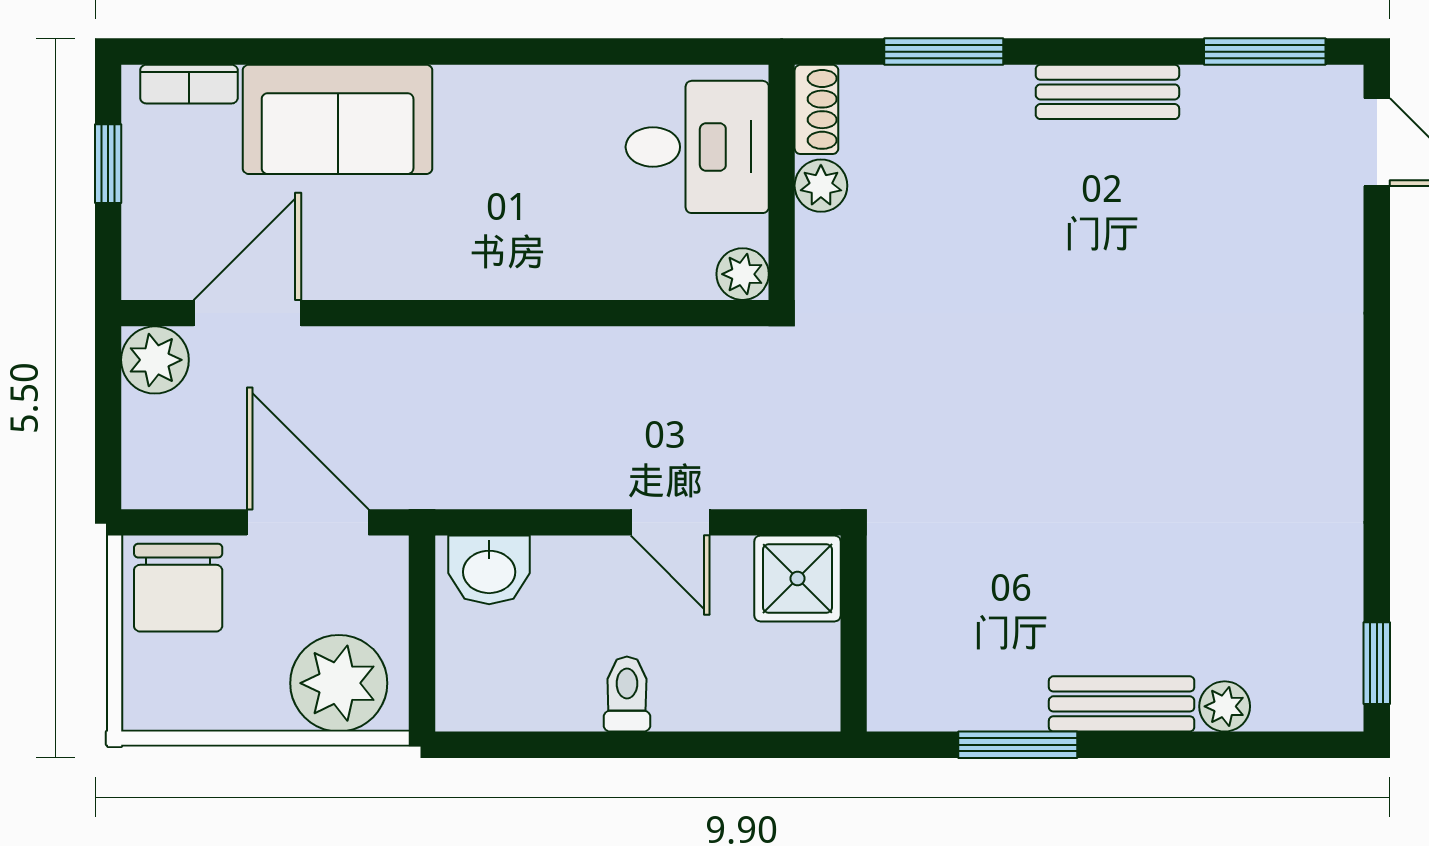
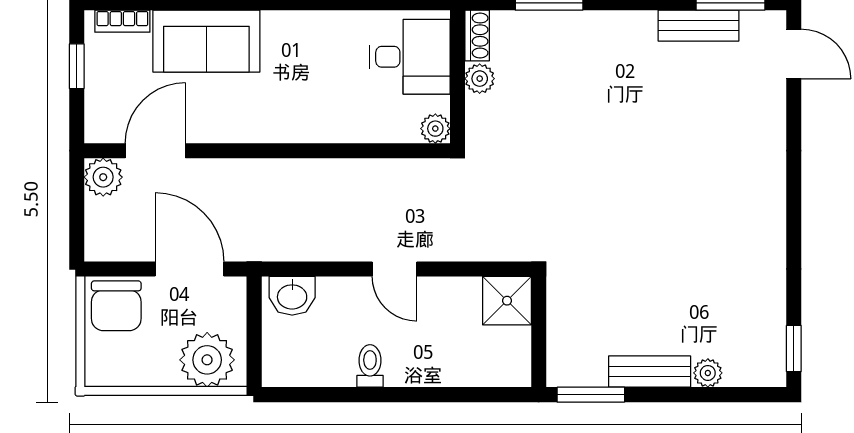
bench: (1107, 92) -> (699, 26), moved
shower: (797, 578) -> (507, 301), moved
wall: (854, 634) -> (539, 332), moved

